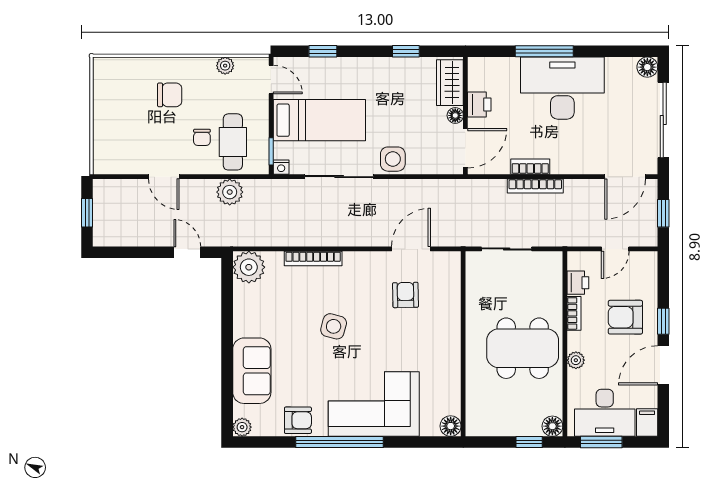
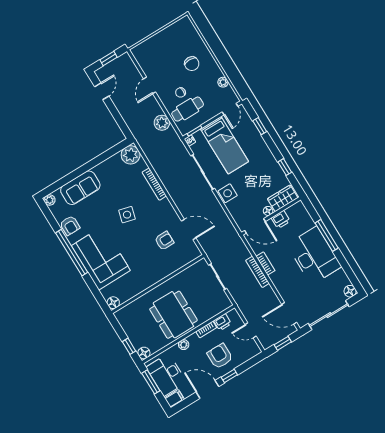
door: (187, 252) -> (102, 91), moved

